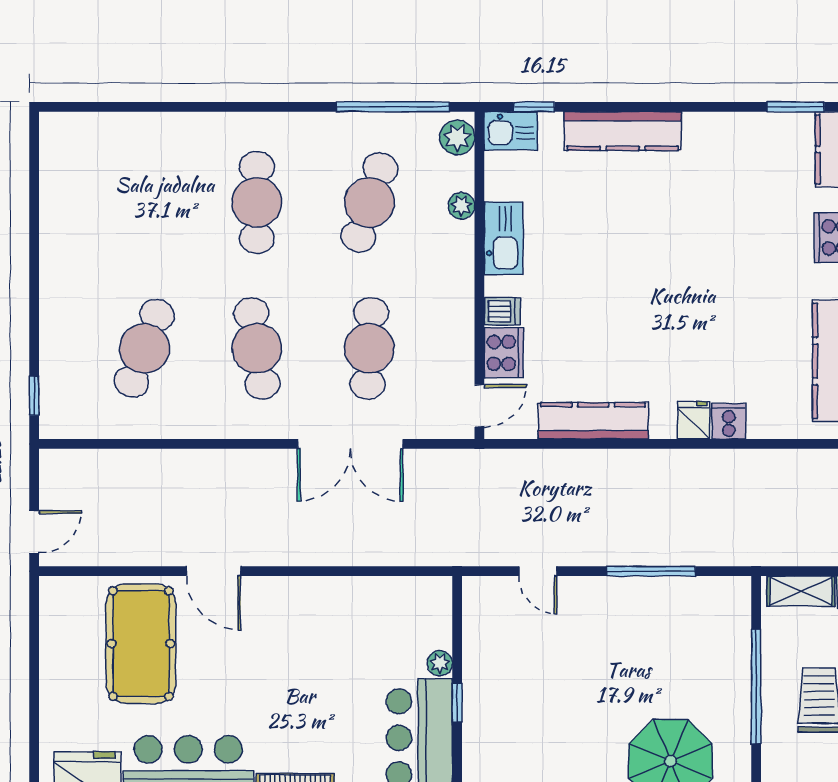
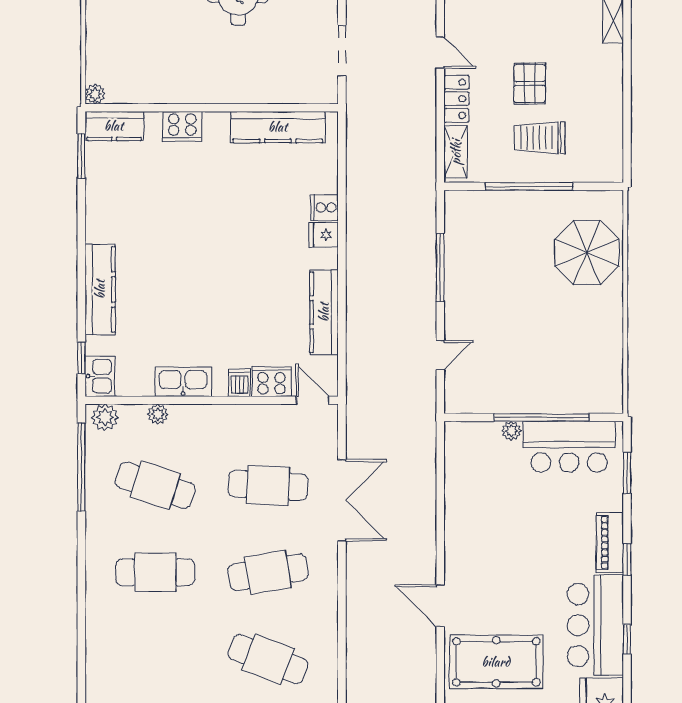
door: (213, 571) -> (440, 606), swing flipped
window: (457, 702) -> (542, 417), width x3.17

